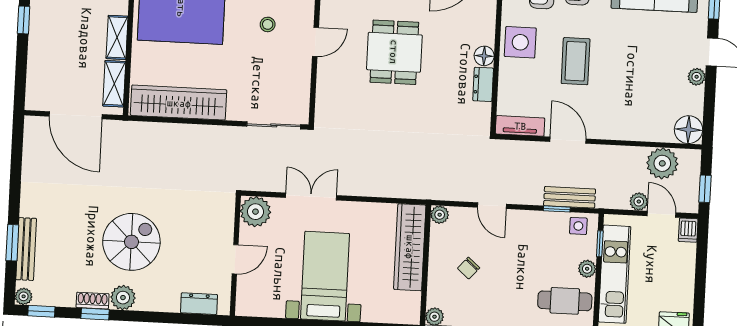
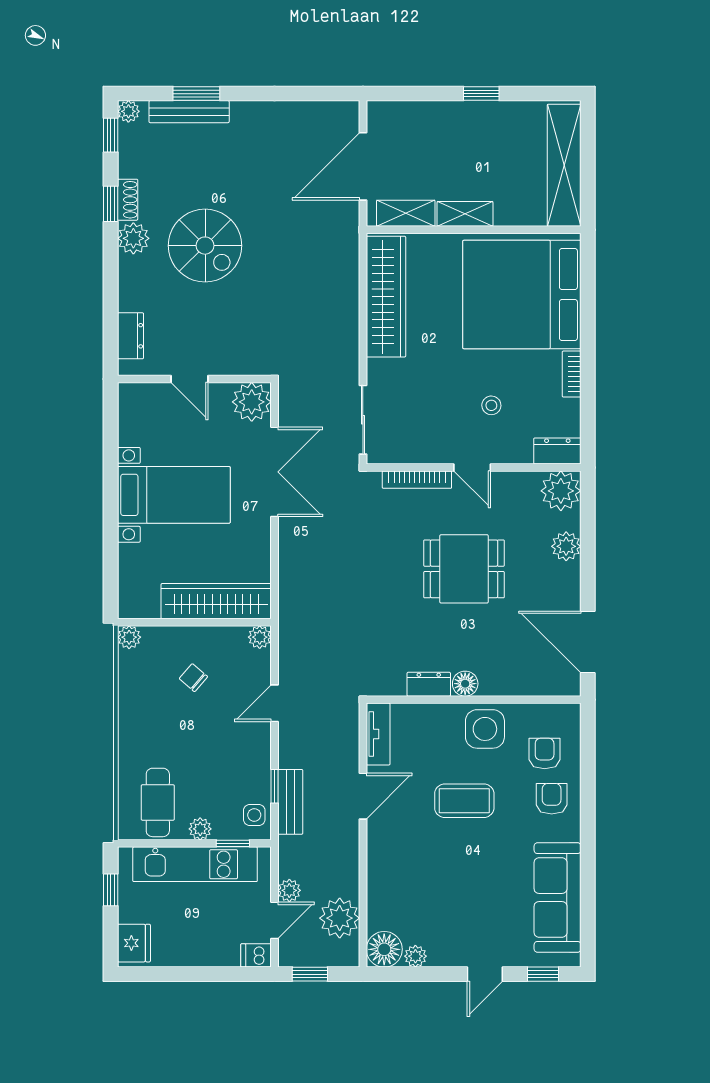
plant: (697, 77) -> (415, 956), moved
bookcase: (323, 86) -> (417, 480), added
double door: (311, 197) -> (275, 472), width x1.37

